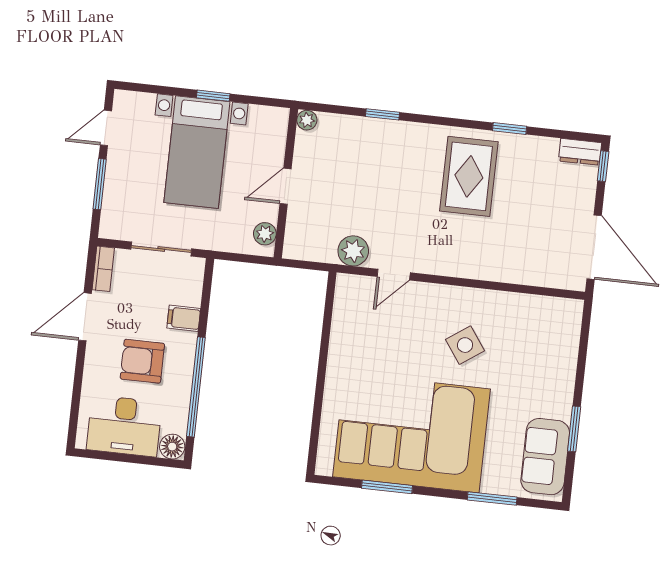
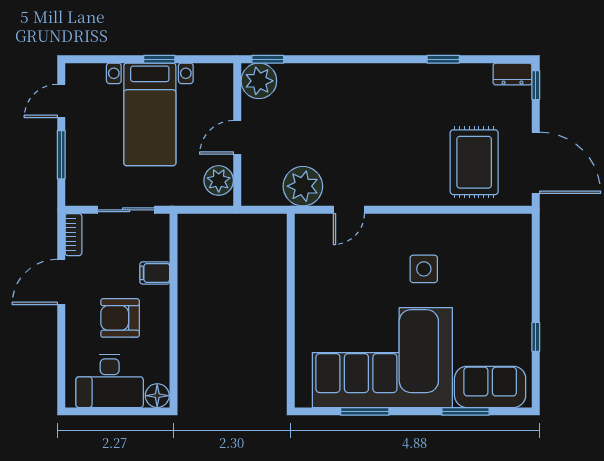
window: (382, 114) -> (268, 59), moved
plant: (307, 120) -> (259, 81), width x1.87, depth x1.87
rug: (469, 176) -> (474, 162), moved
plant: (265, 234) -> (219, 180), width x1.38, depth x1.38
plant: (353, 251) -> (303, 186), width x1.36, depth x1.36
side table: (465, 345) -> (424, 269), turned 35
window: (196, 387) -> (173, 337), removed
window: (574, 429) -> (536, 337), width x0.67
sofa: (545, 457) -> (490, 387), moved, turned 90

